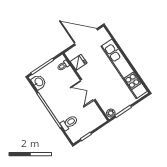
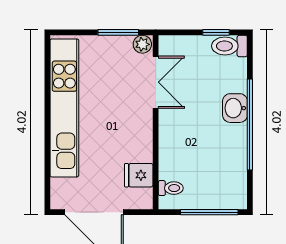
washbasin: (39, 82) -> (235, 108), moved
double door: (88, 90) -> (156, 82), moved
toilet: (69, 123) -> (229, 46), moved

